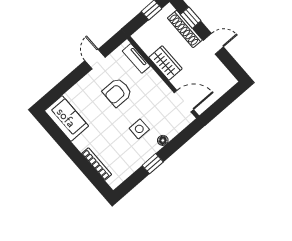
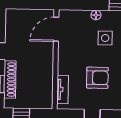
wardrobe: (165, 63) -> (45, 68), removed
door: (184, 101) -> (56, 29), hinge flipped

